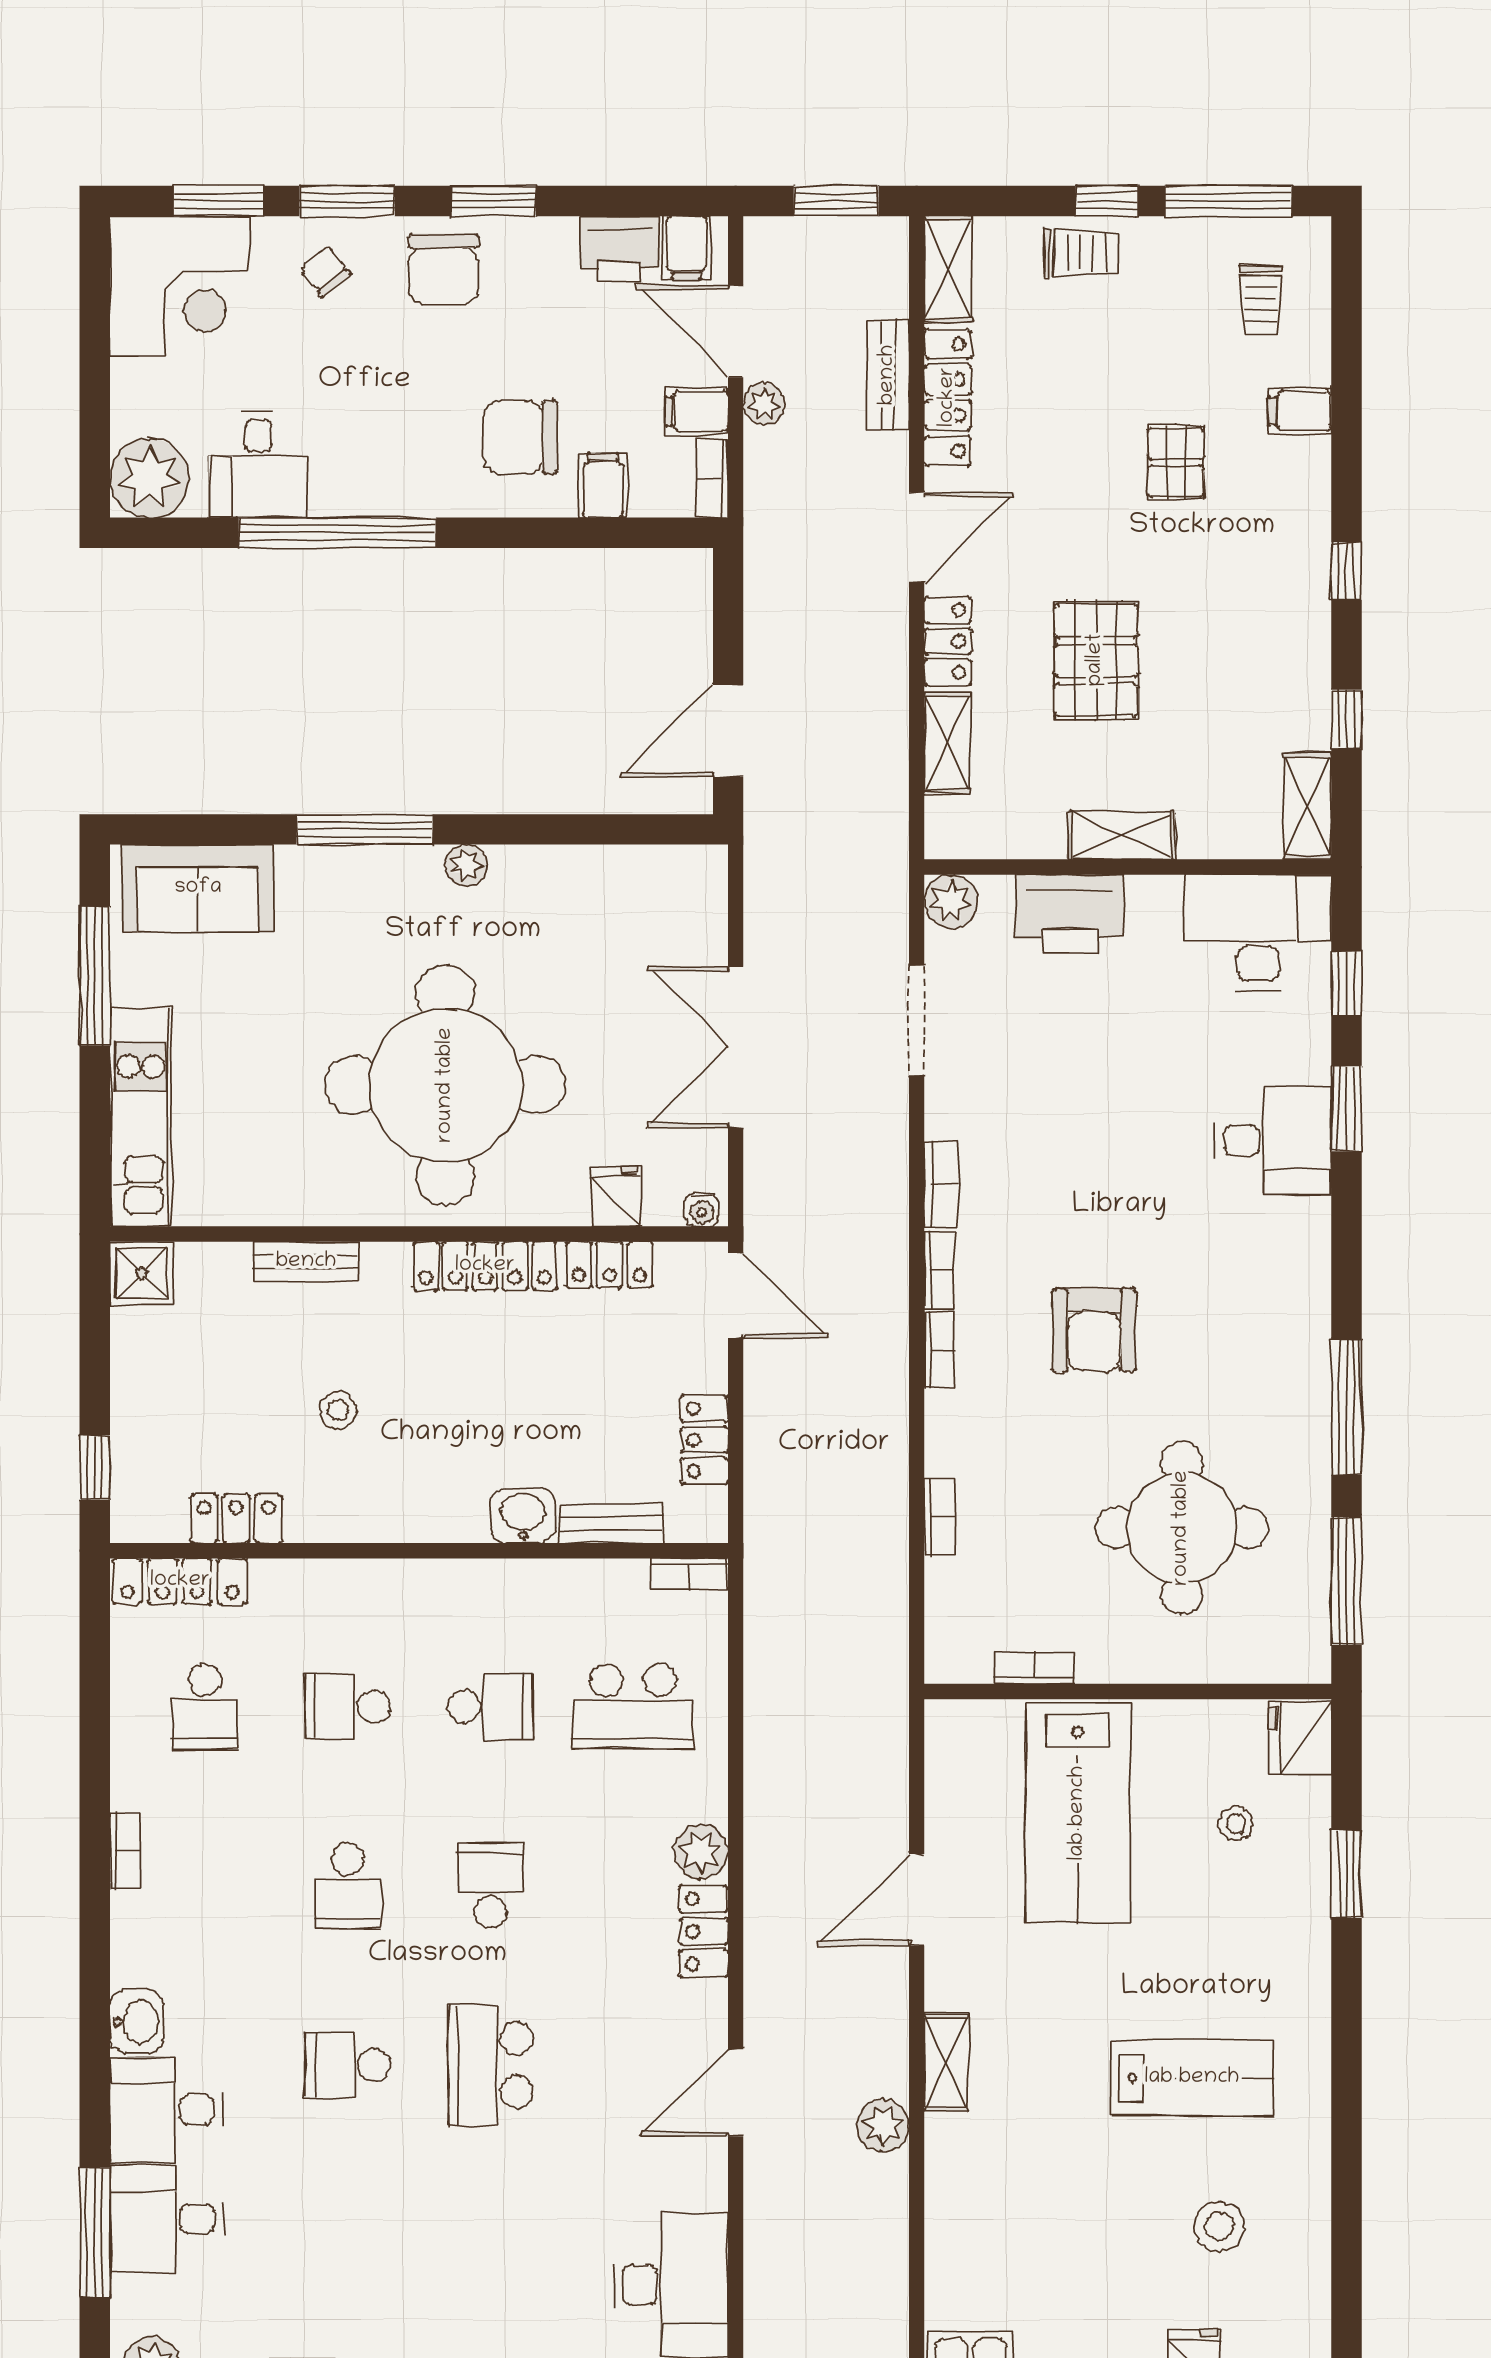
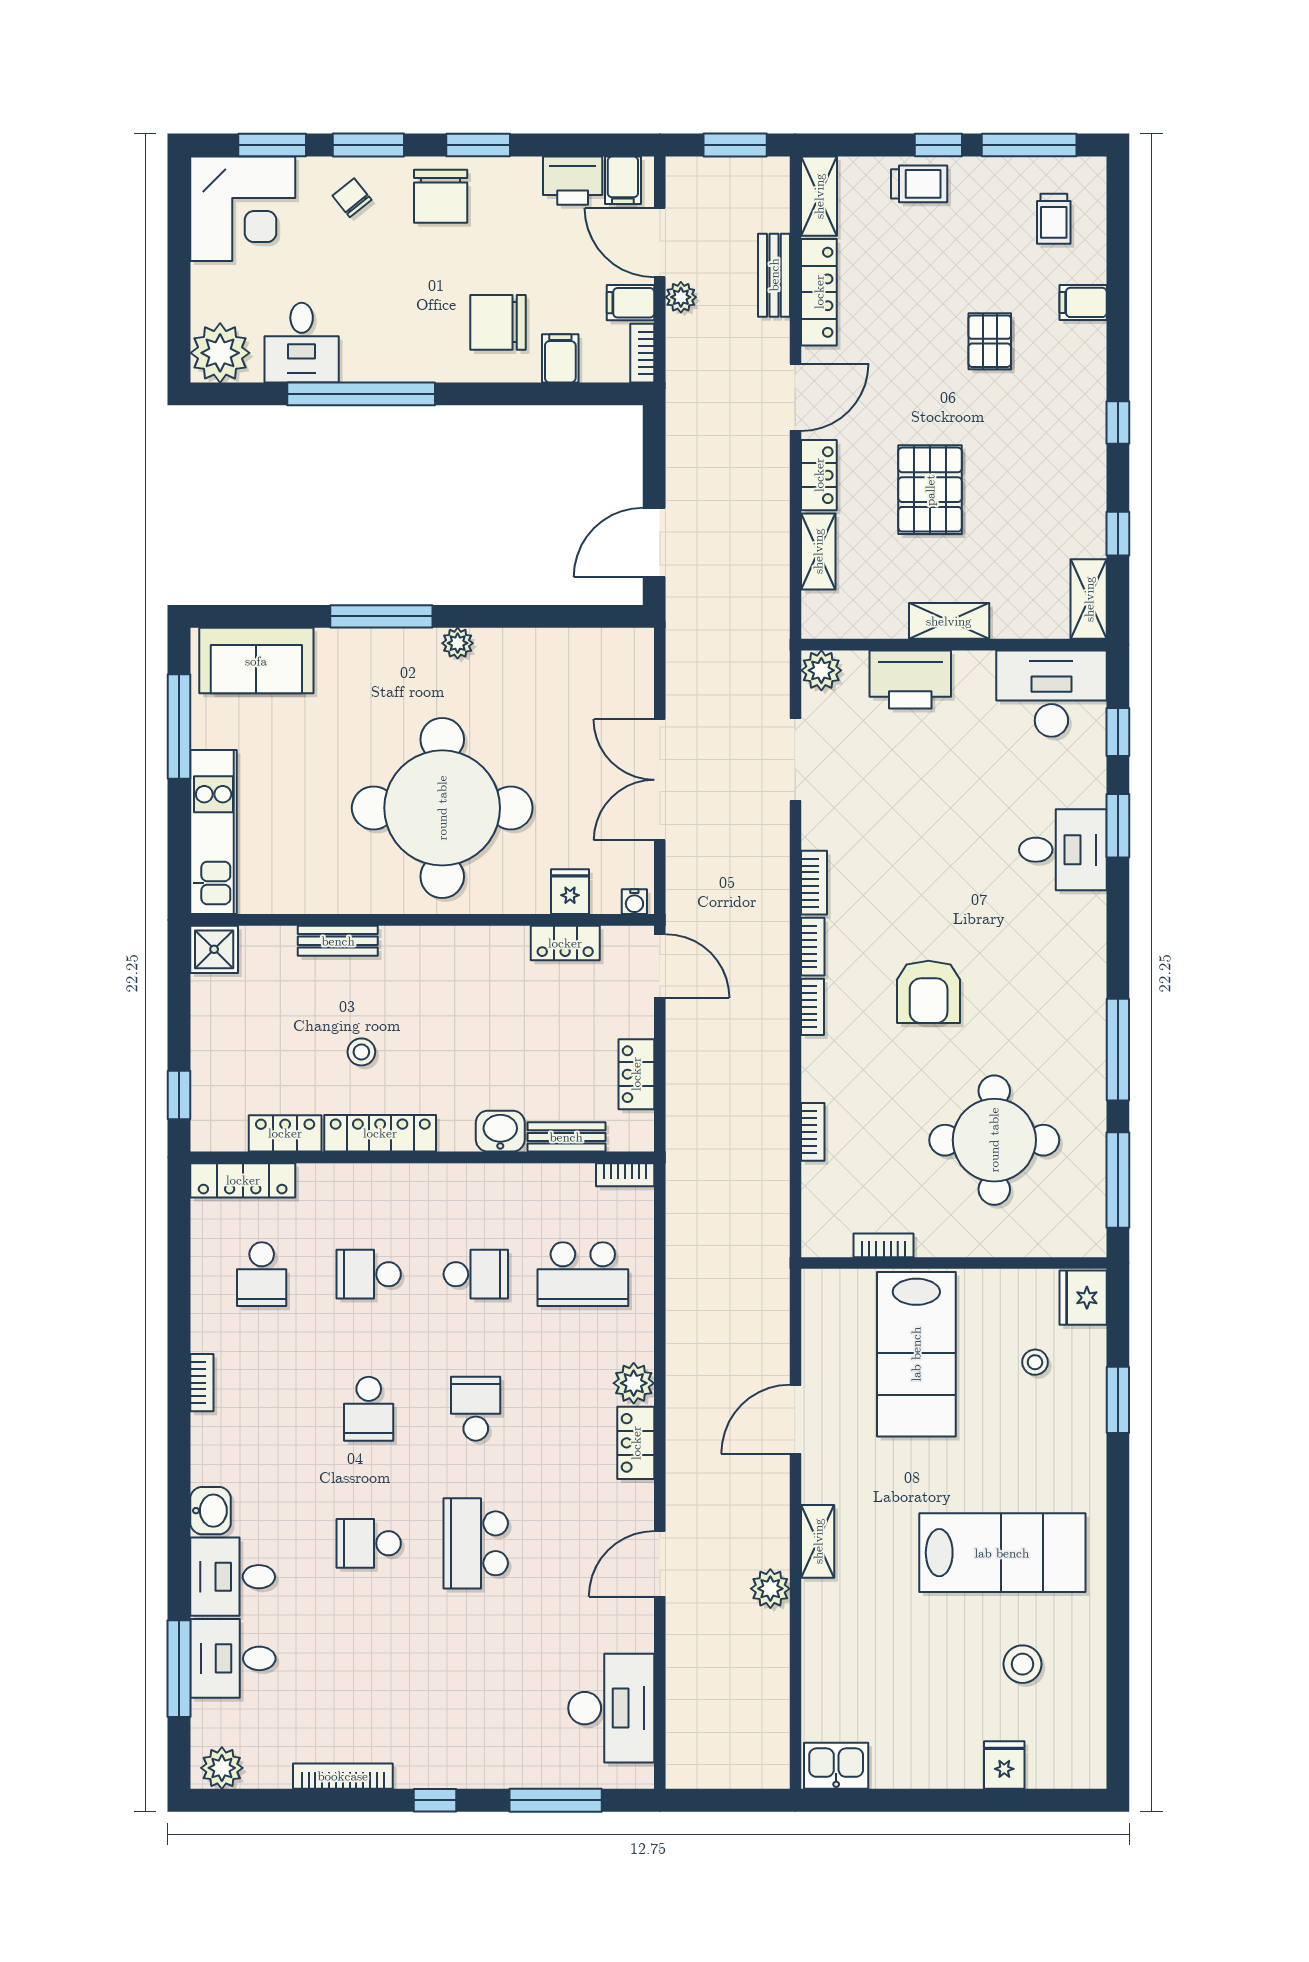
locker: (485, 1266) -> (380, 1133), moved, turned 180
lab bench: (1192, 2078) -> (1002, 1553), width x1.36, depth x1.39

